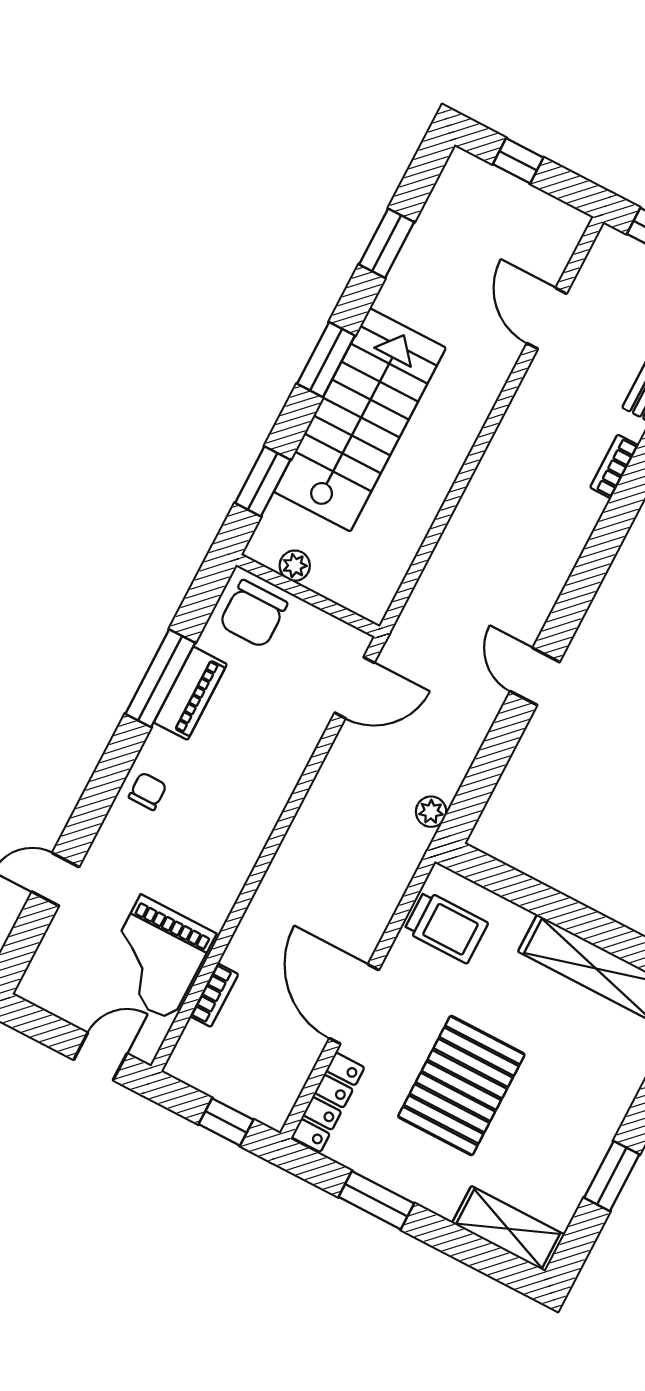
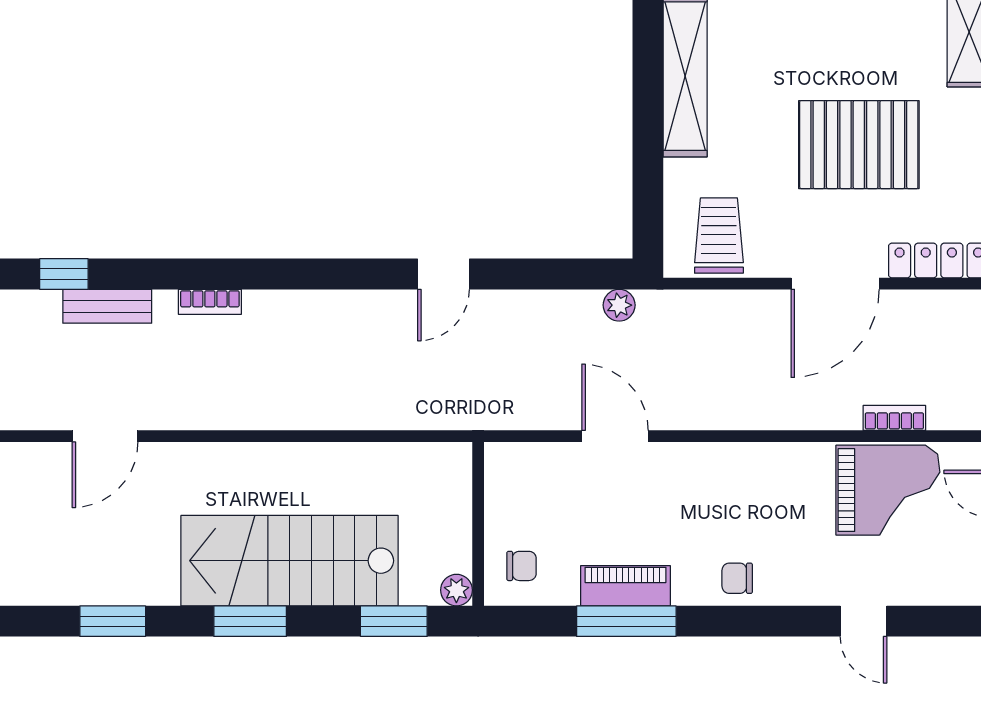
plant: (295, 566) -> (456, 590), moved
chair: (253, 614) -> (521, 566), width x0.54, depth x0.54
door: (354, 688) -> (615, 436), moved

